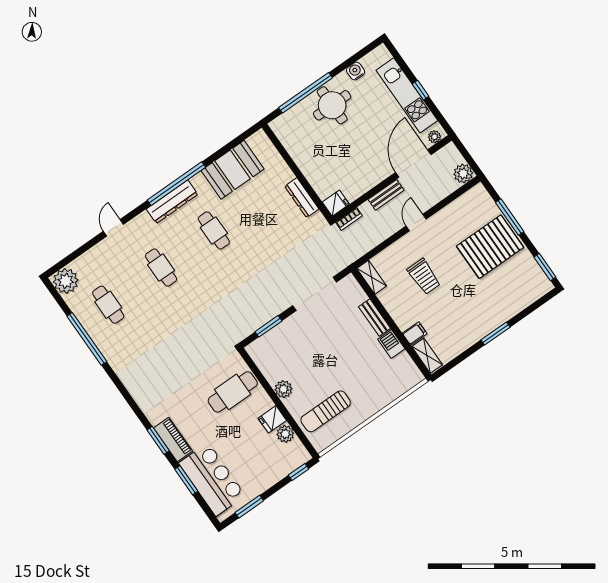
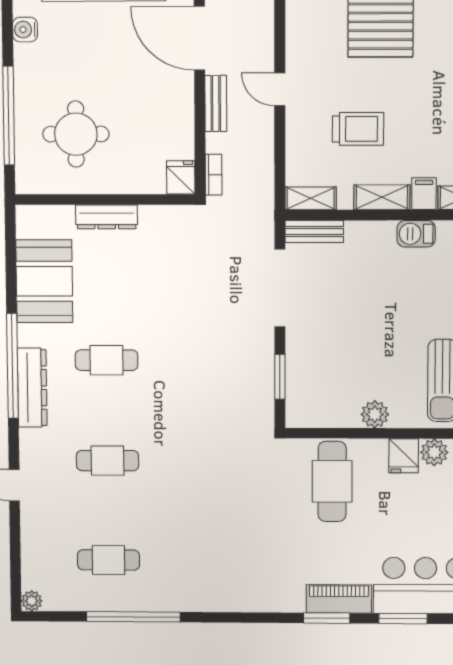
round table: (332, 105) -> (76, 134), moved
dresser: (302, 198) -> (107, 217), moved
plant: (66, 281) -> (32, 601), width x0.53, depth x0.53
shelving: (398, 313) -> (382, 197), added
bench: (375, 318) -> (314, 232), moved

